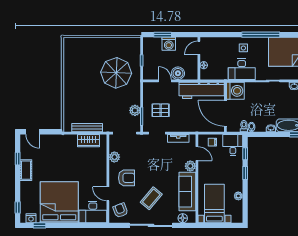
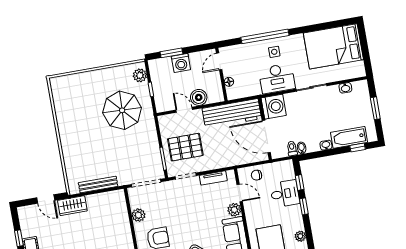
window: (261, 35) -> (265, 36), moved
plant: (135, 110) -> (140, 75), moved
pallet: (161, 110) -> (185, 147), width x1.50, depth x1.42
door: (33, 132) -> (46, 199), moved
wardrobe: (88, 141) -> (72, 206), moved
desk: (233, 145) -> (285, 194), moved, turned 90

